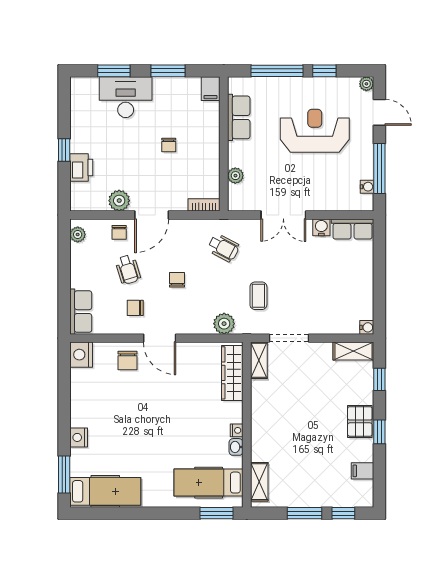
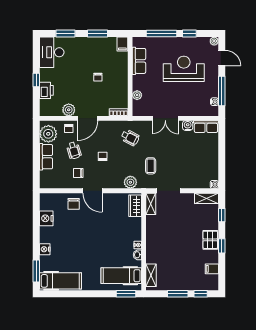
desk: (126, 97) -> (52, 52), moved, turned -90
plant: (78, 234) -> (48, 134), width x1.88, depth x1.88
row of seats: (81, 312) -> (46, 157), moved
nightstand: (81, 355) -> (46, 218), moved
wardrobe: (232, 373) -> (135, 206), width x0.67

